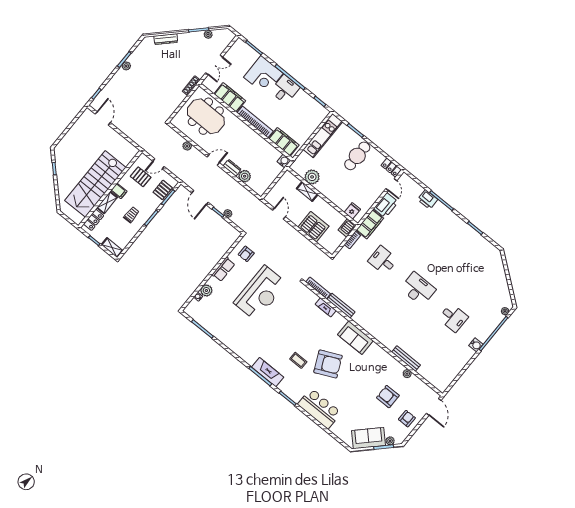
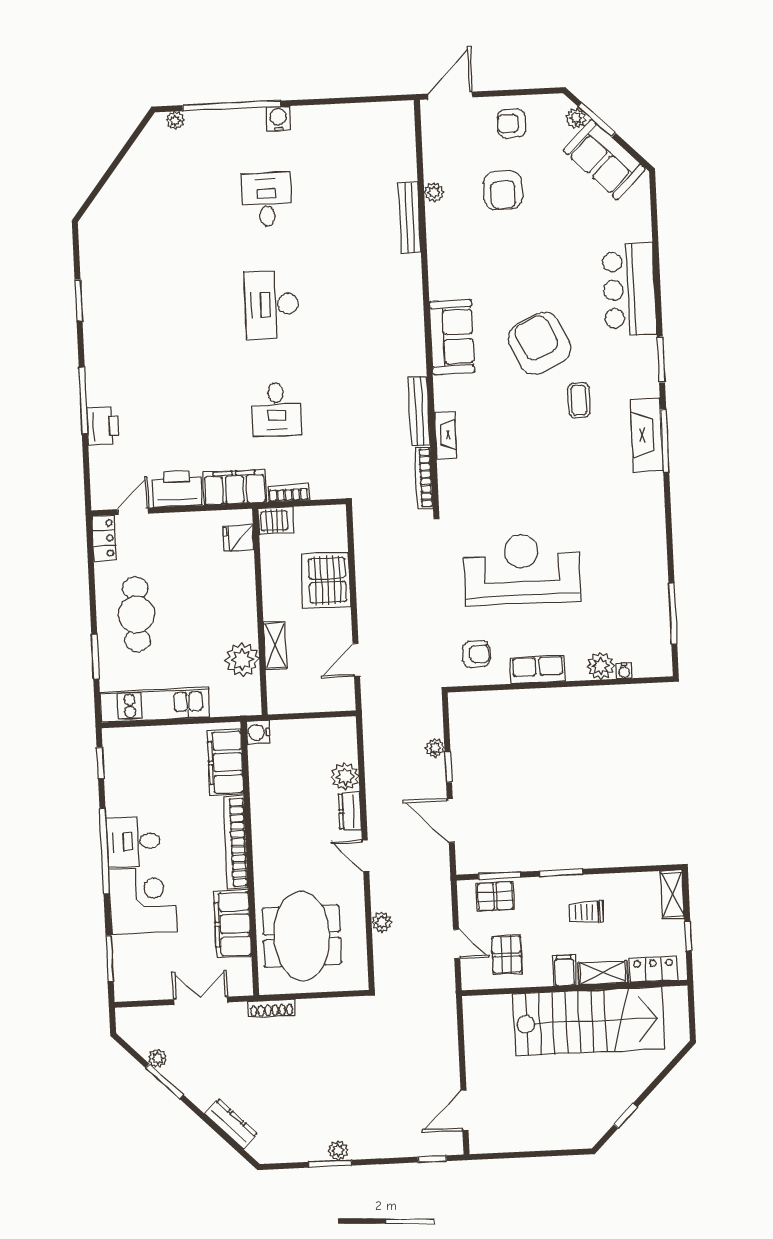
cafe table: (357, 156) -> (136, 614), turned 90
door: (200, 198) -> (451, 820), swing flipped

